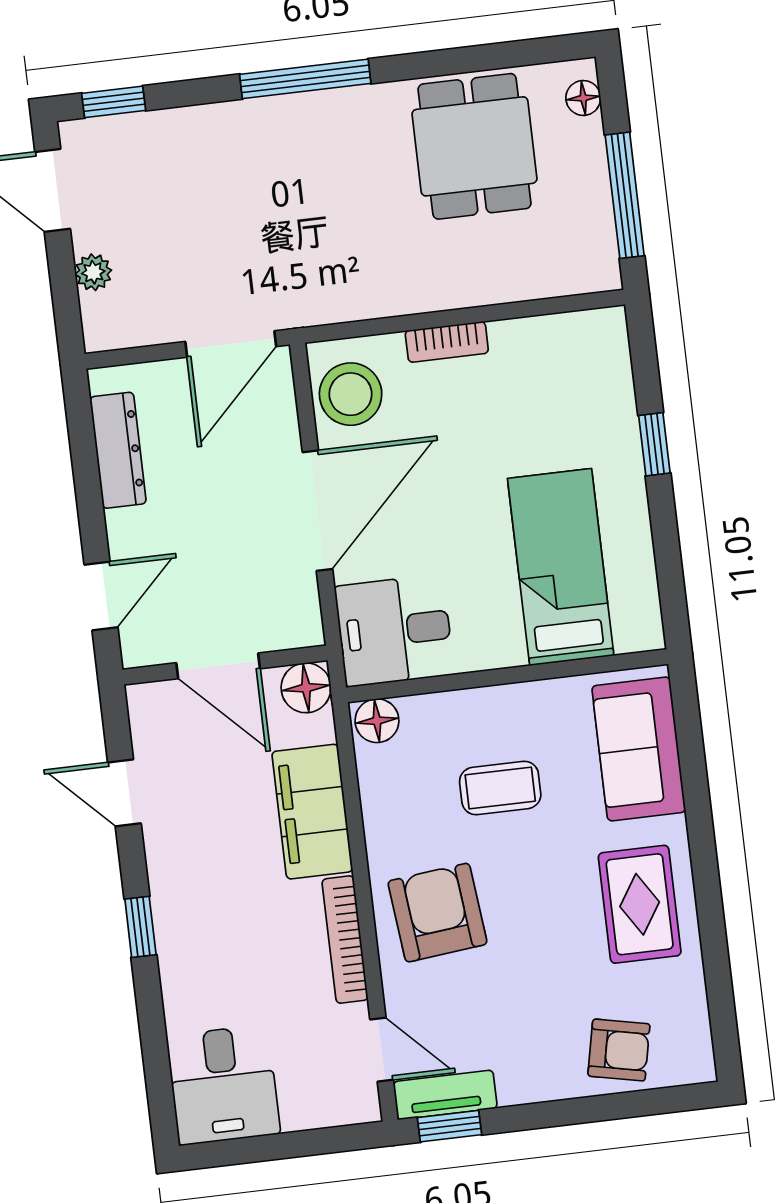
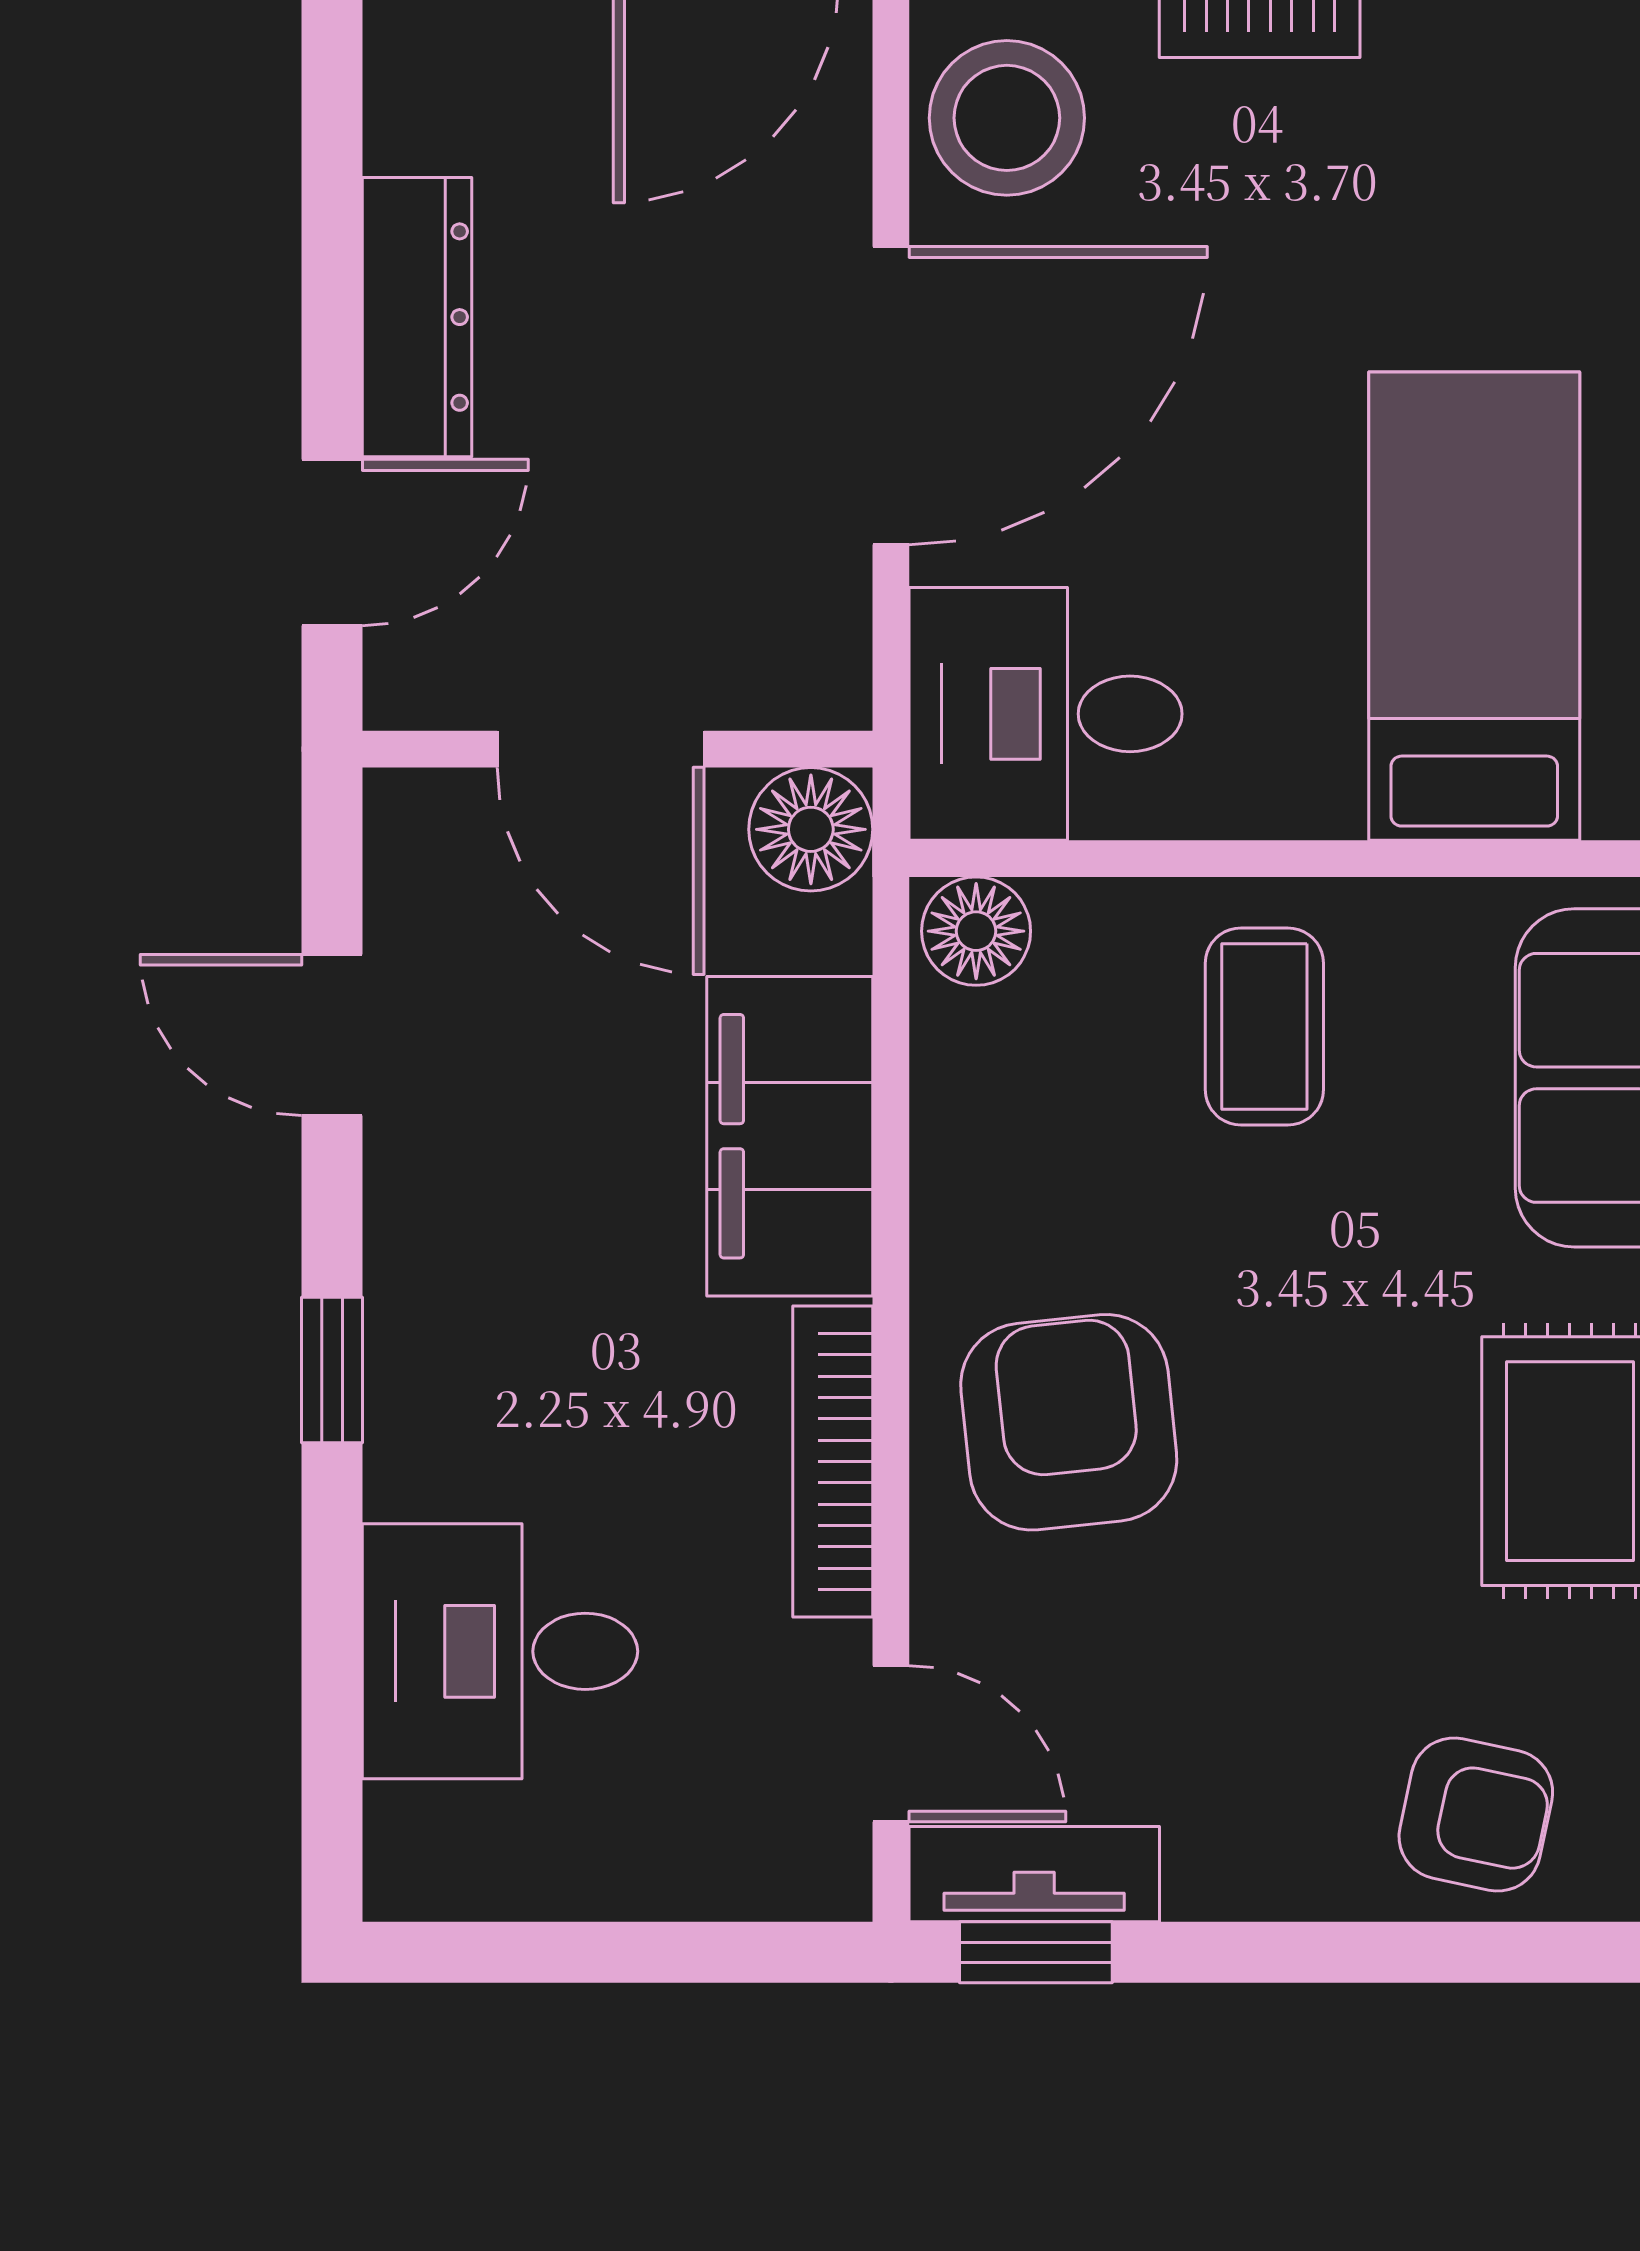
dresser: (118, 450) -> (417, 317), moved
coffee table: (500, 788) -> (1264, 1026), moved, turned 90
desk: (223, 1085) -> (500, 1651), moved, turned 90

